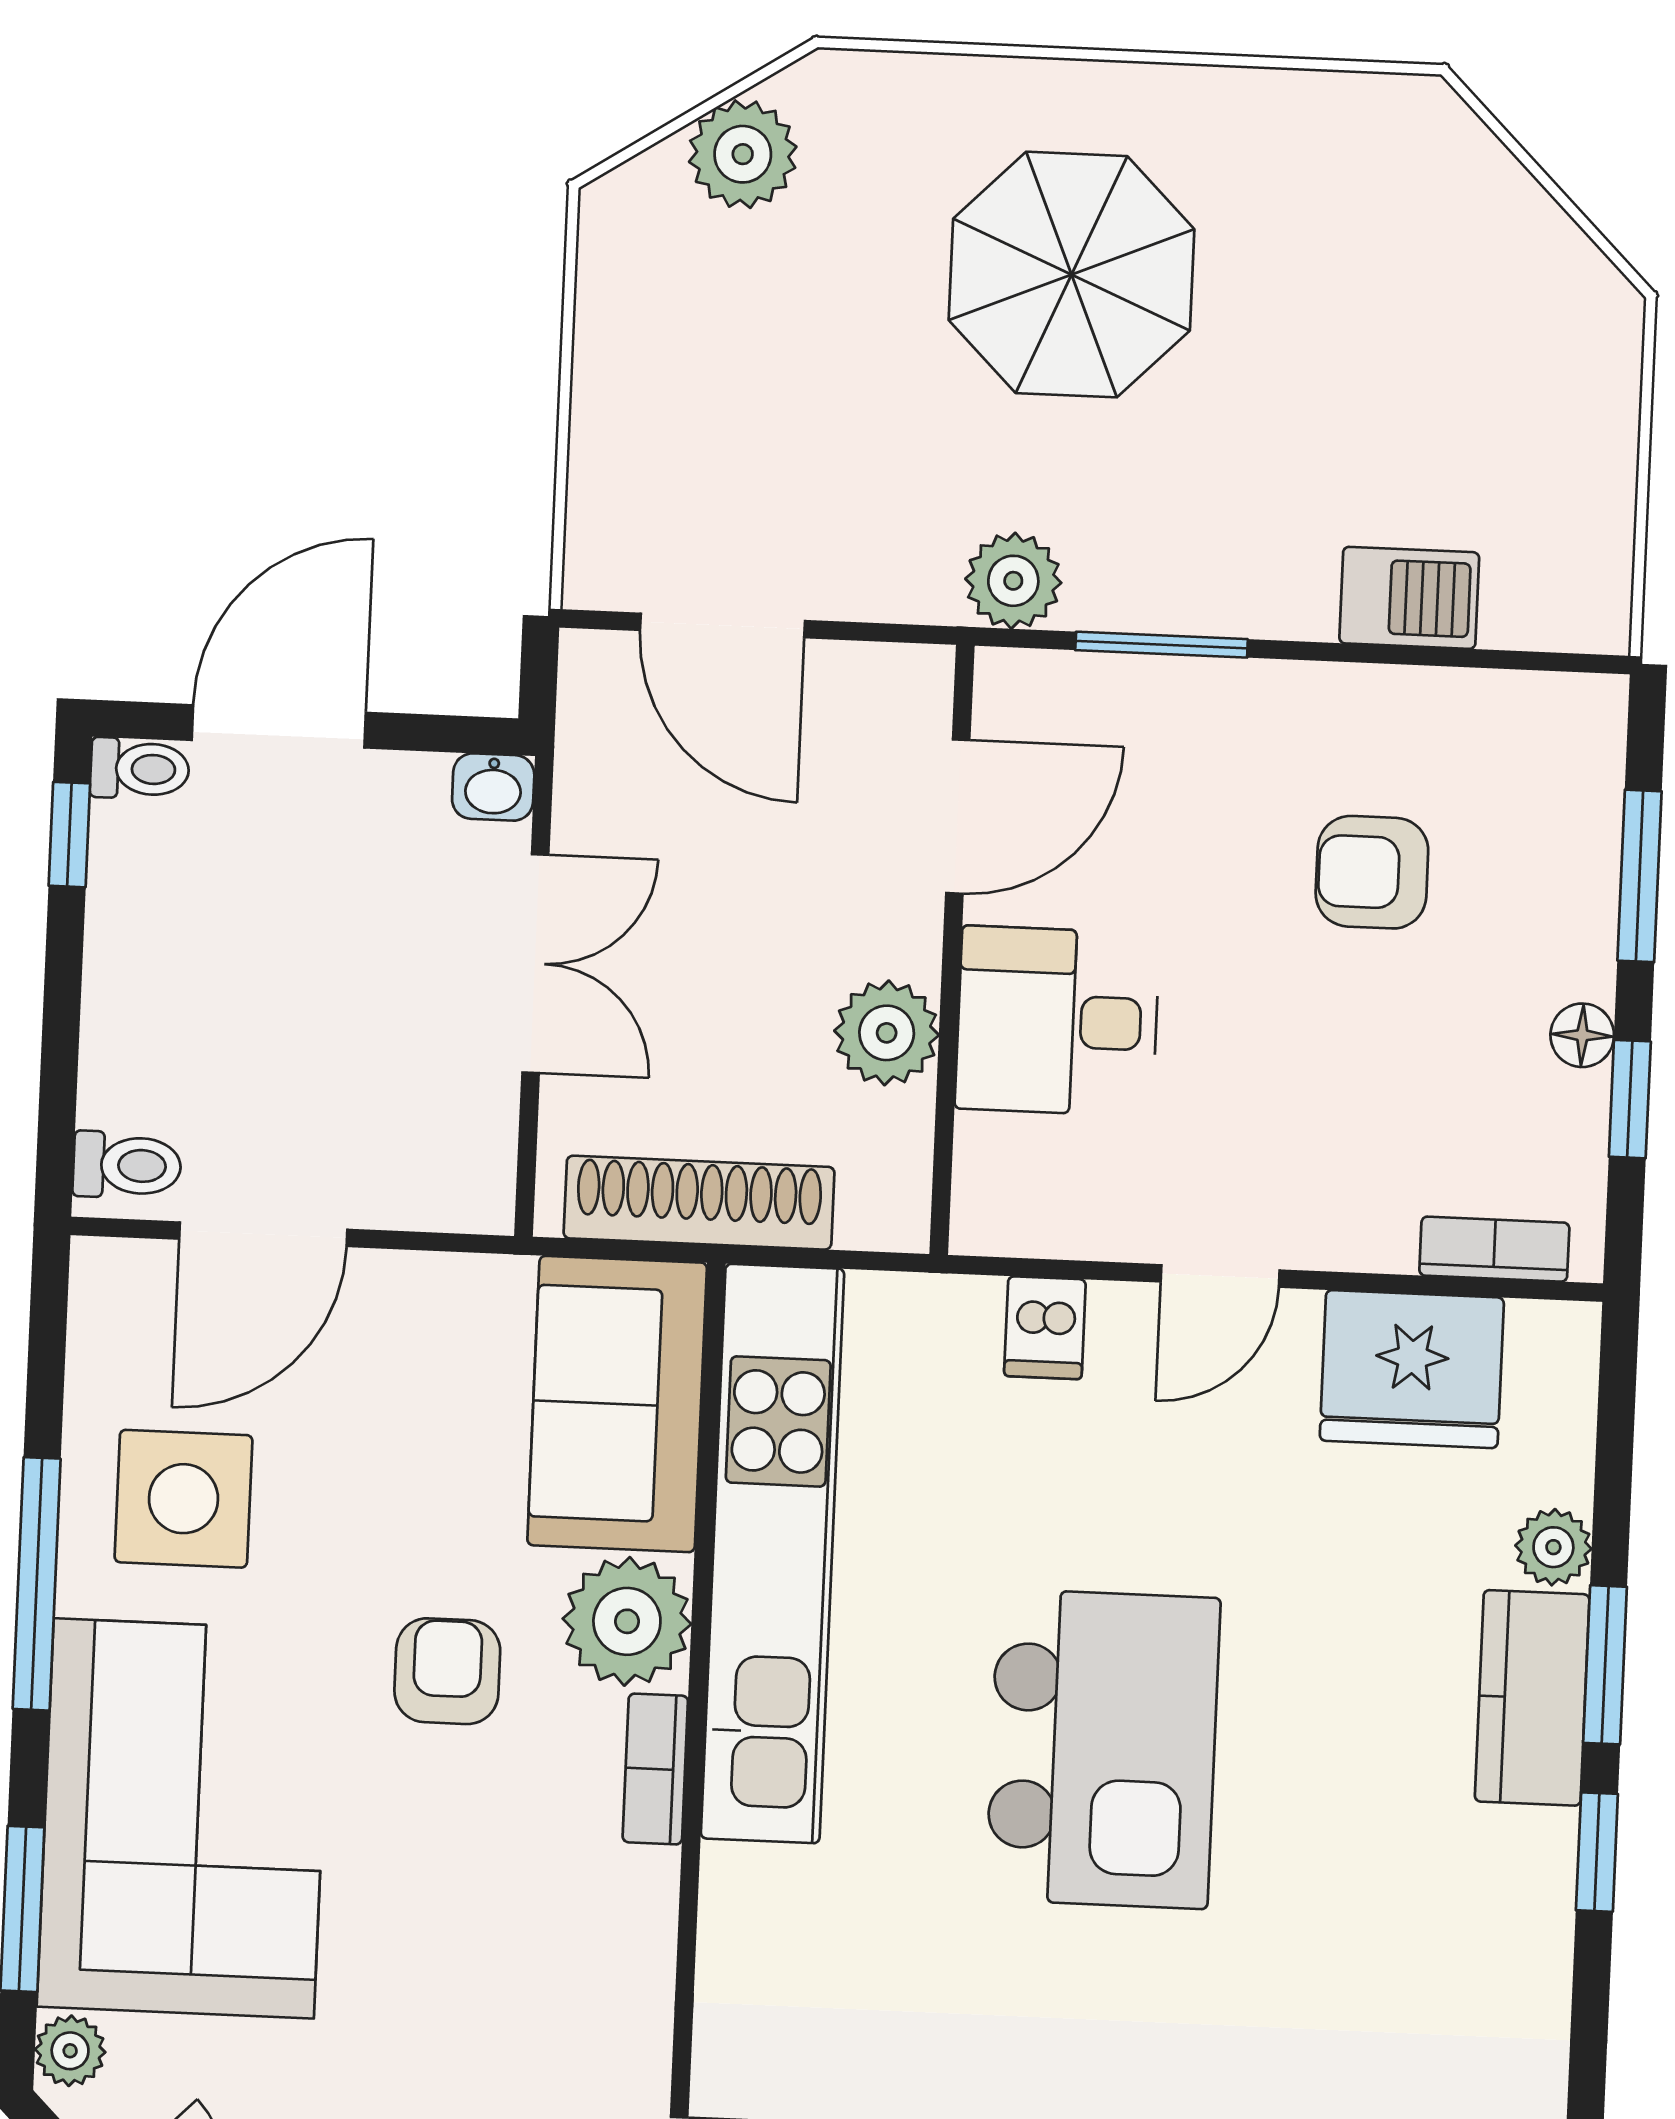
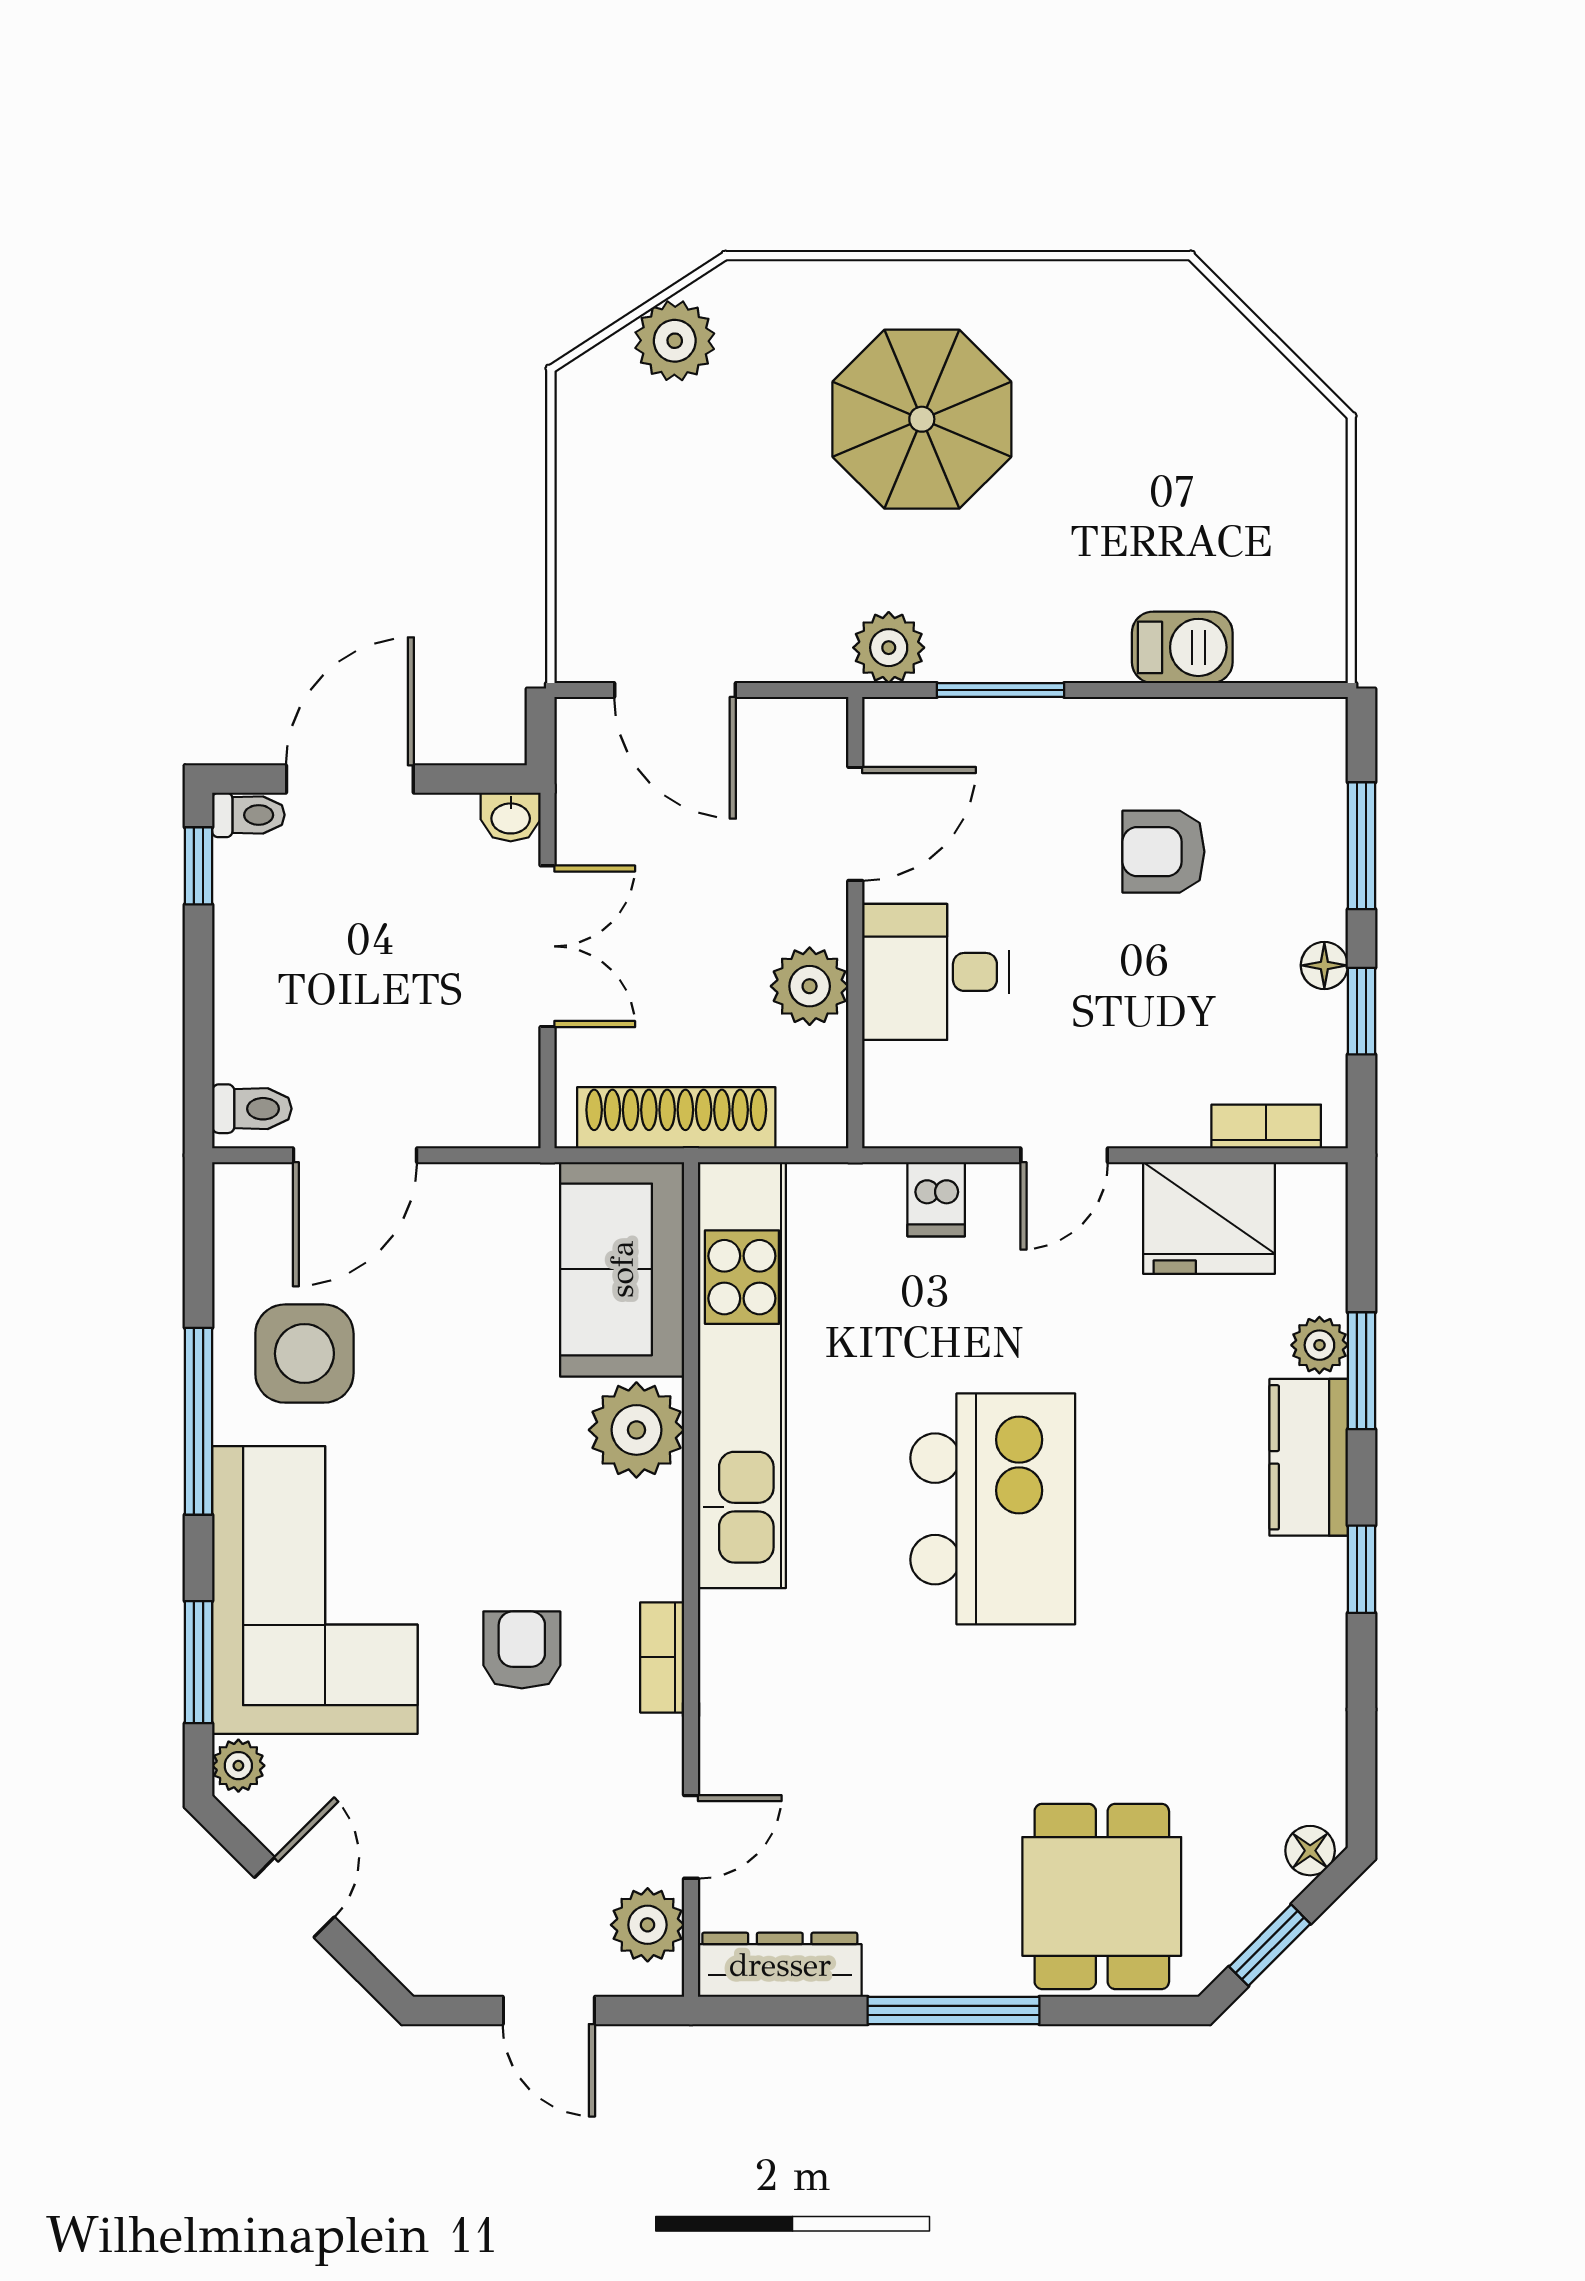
window: (1605, 1665) -> (1362, 1371), moved
armchair: (447, 1671) -> (522, 1650), moved
bookcase: (655, 1769) -> (662, 1657), moved

